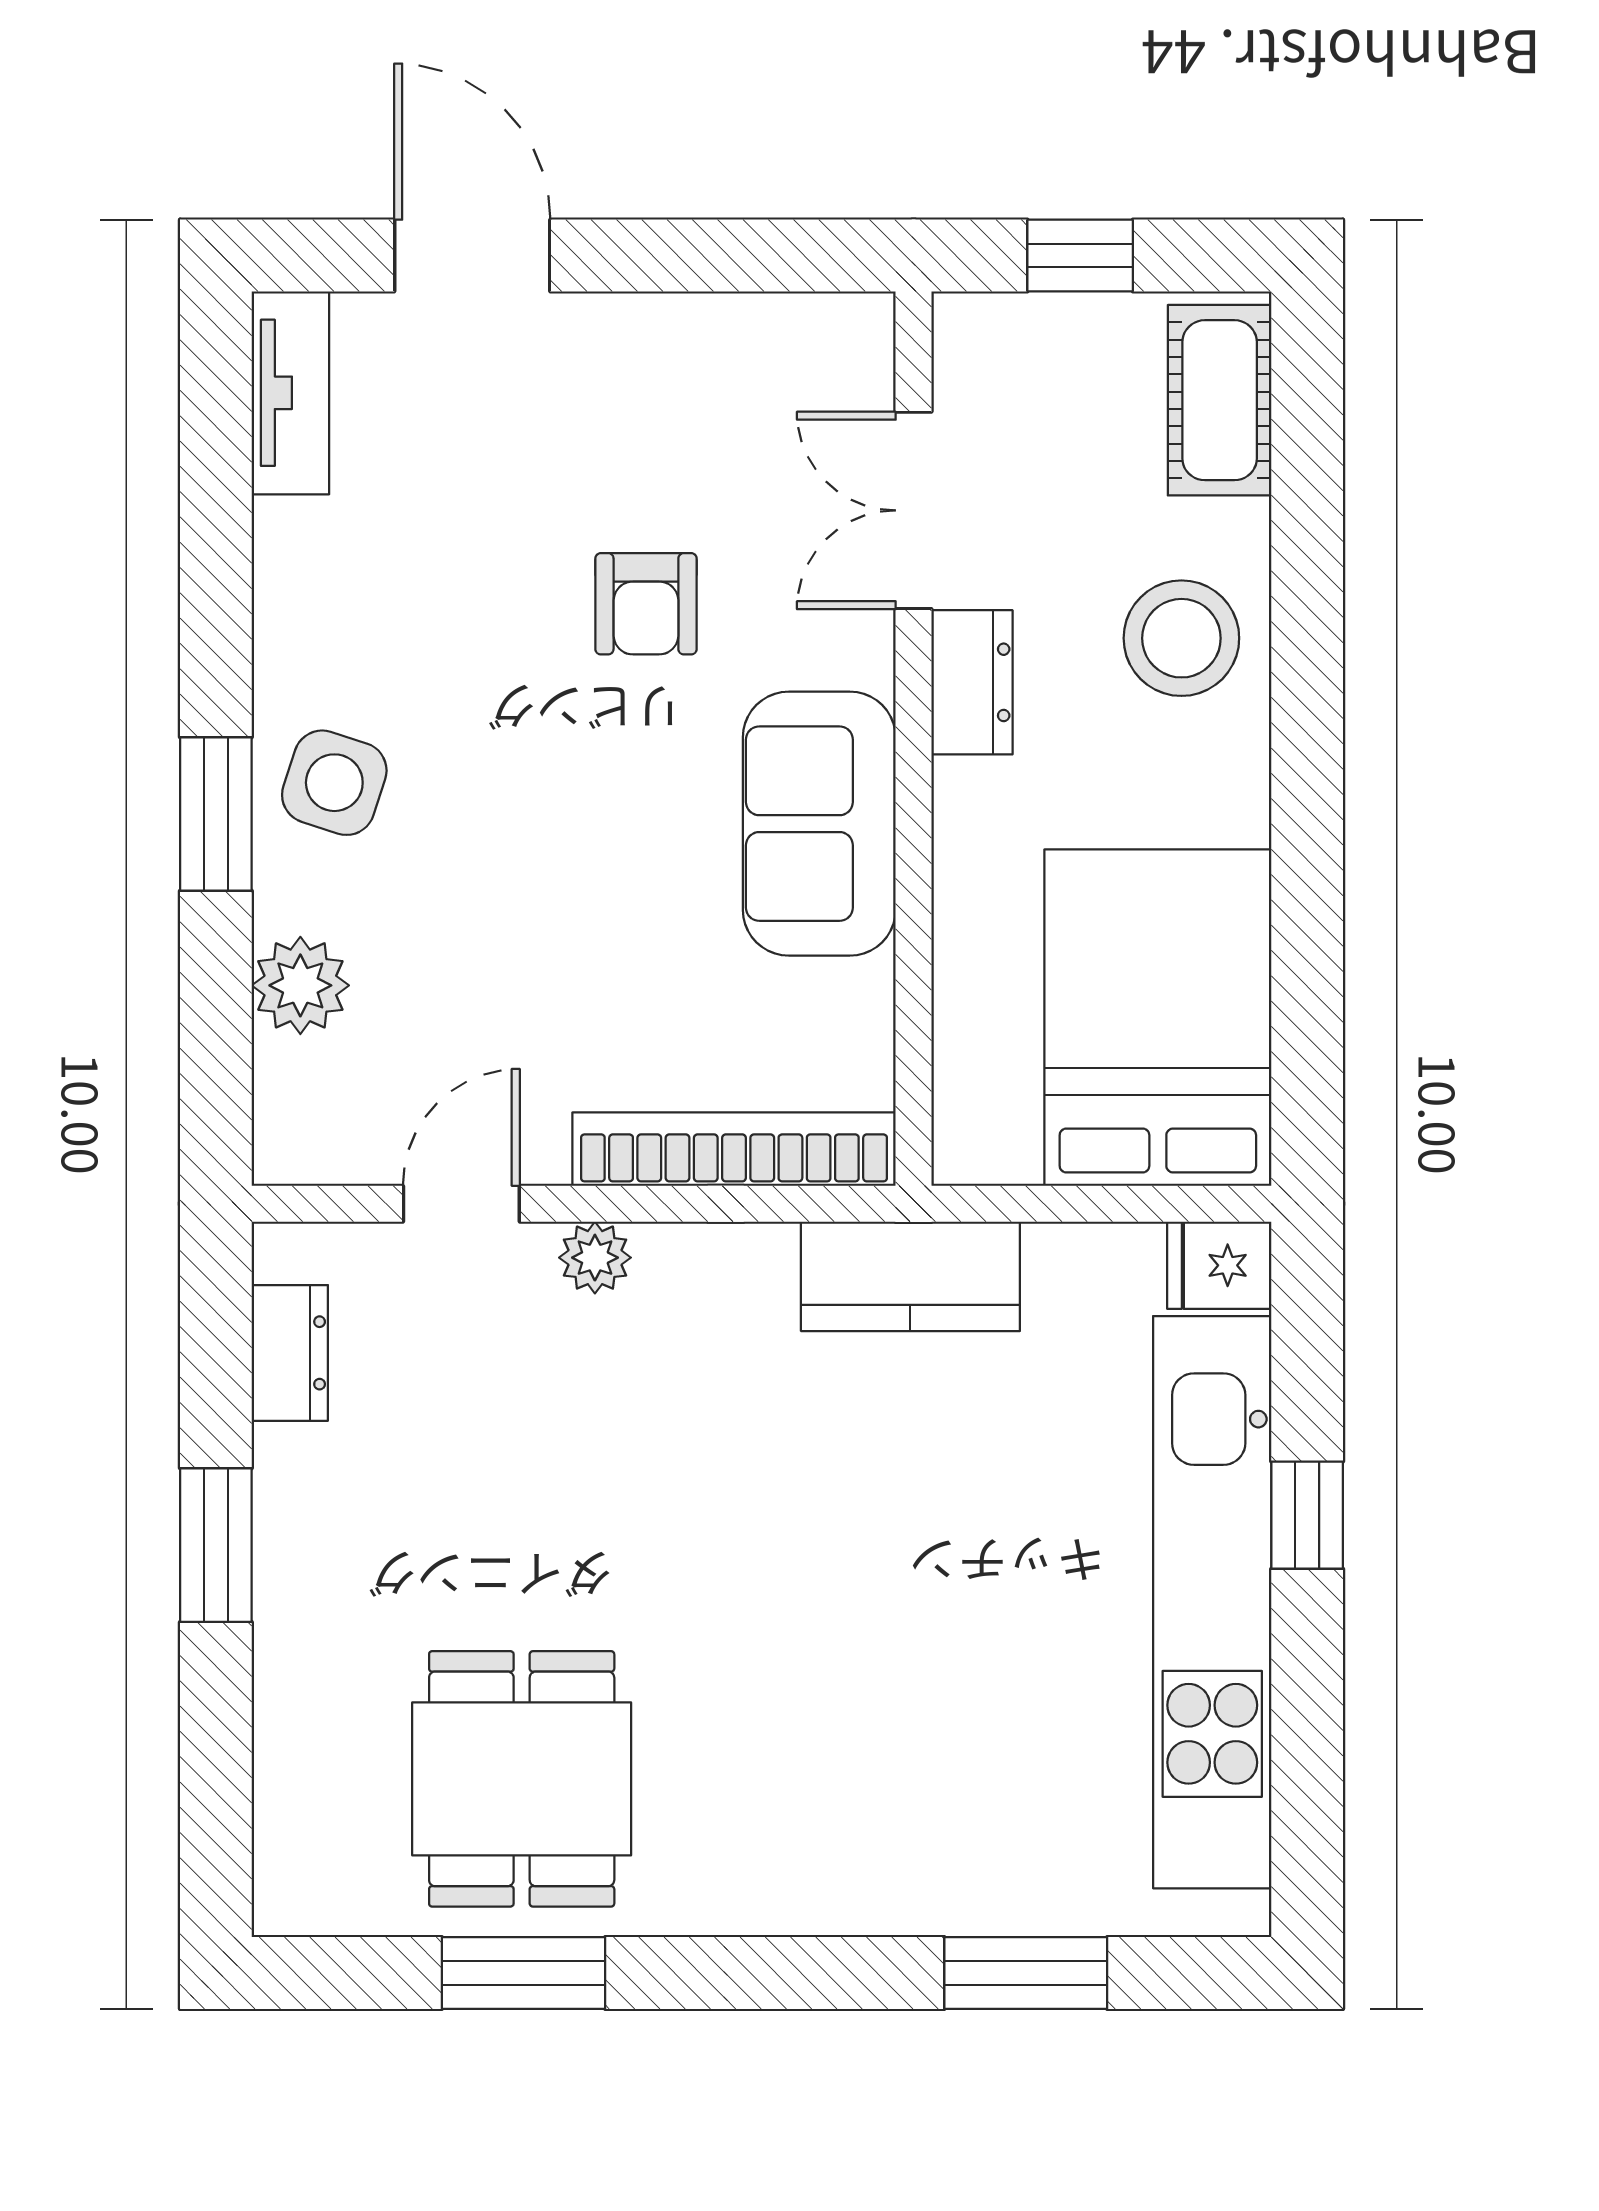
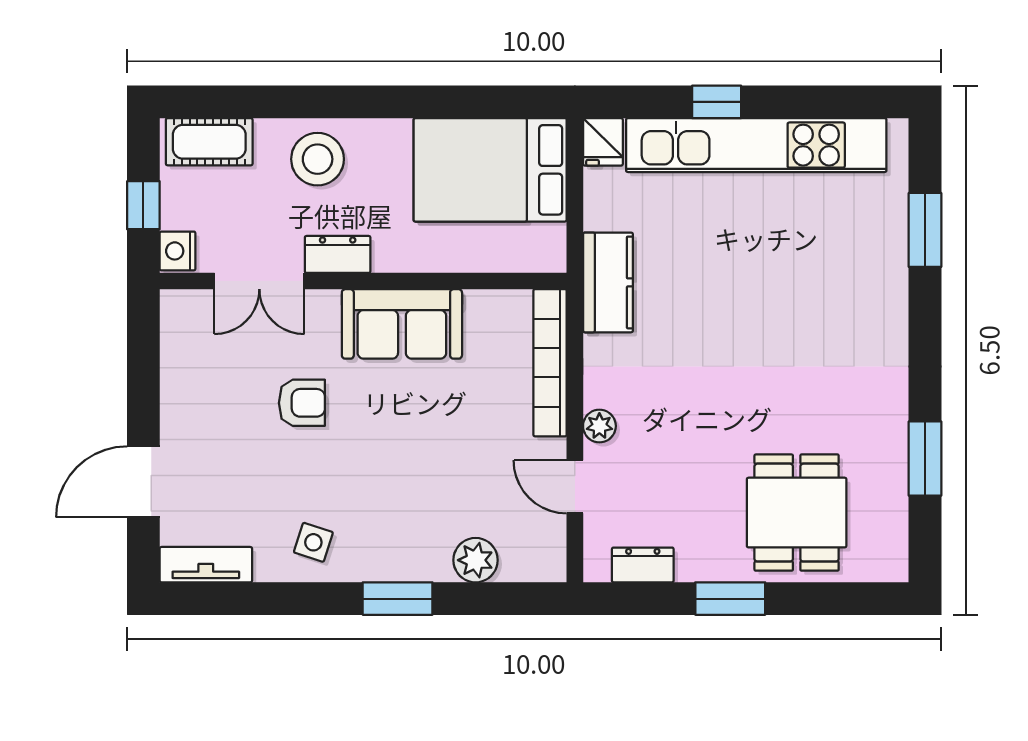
nightstand: (980, 331) -> (178, 251), added
side table: (334, 783) -> (313, 542), moved, width x0.73, depth x0.73
dining table: (522, 1779) -> (797, 513), moved, turned 90

